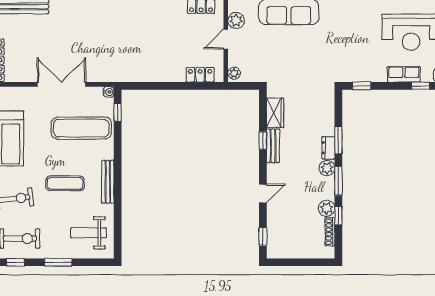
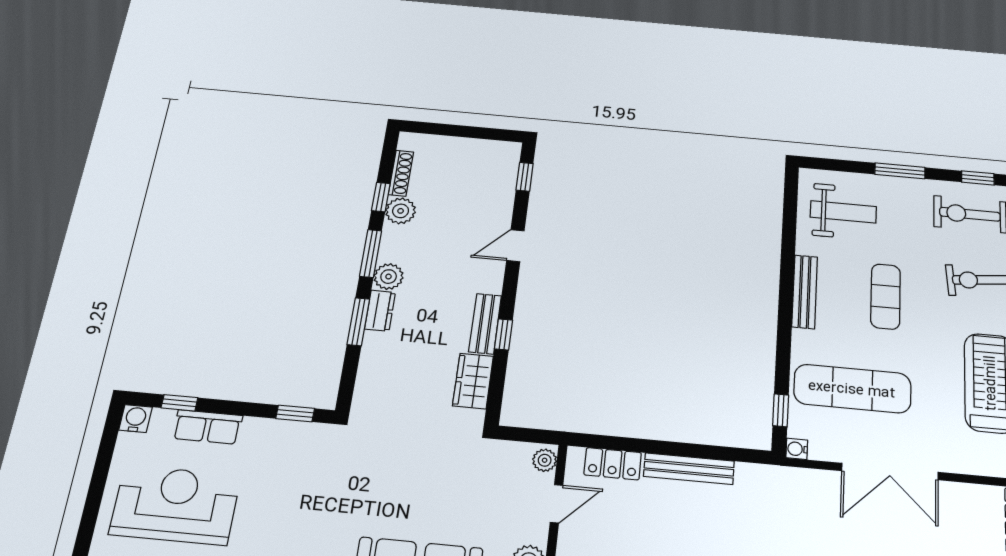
door: (226, 39) -> (556, 504), moved
bench: (162, 76) -> (689, 469), added
exercise mat: (65, 183) -> (886, 296), turned 90

